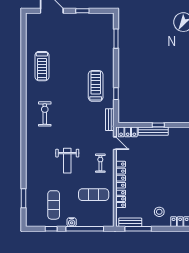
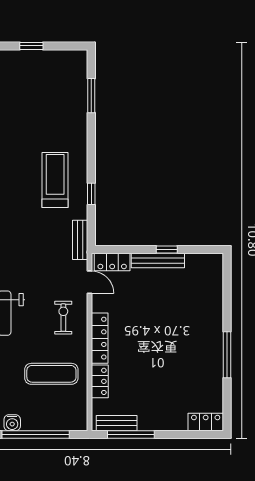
stool: (159, 212) -> (168, 404), removed

